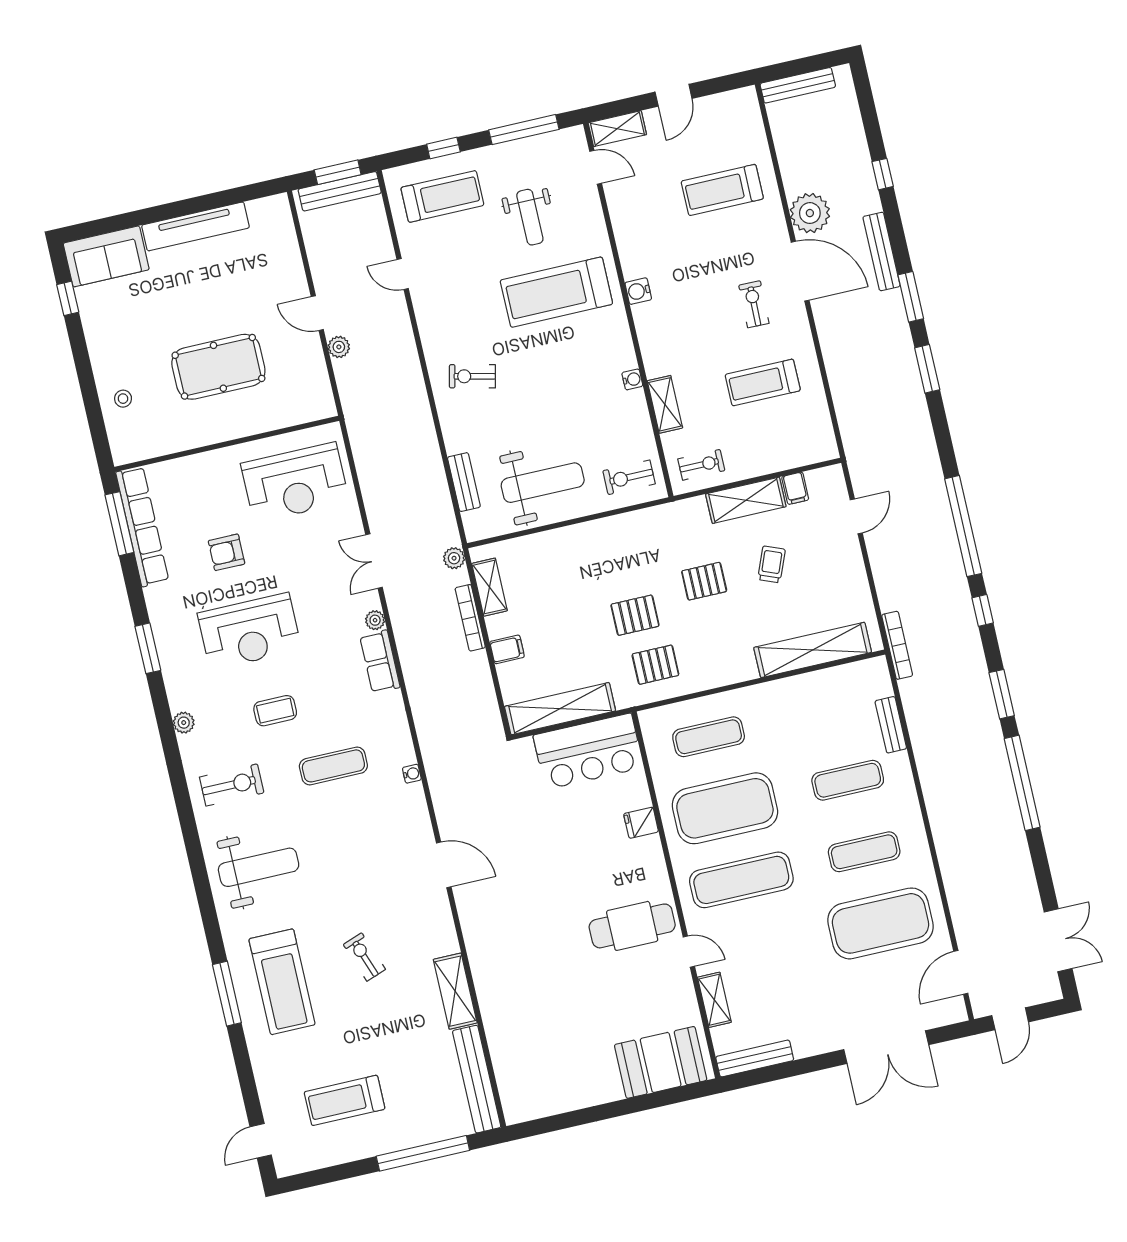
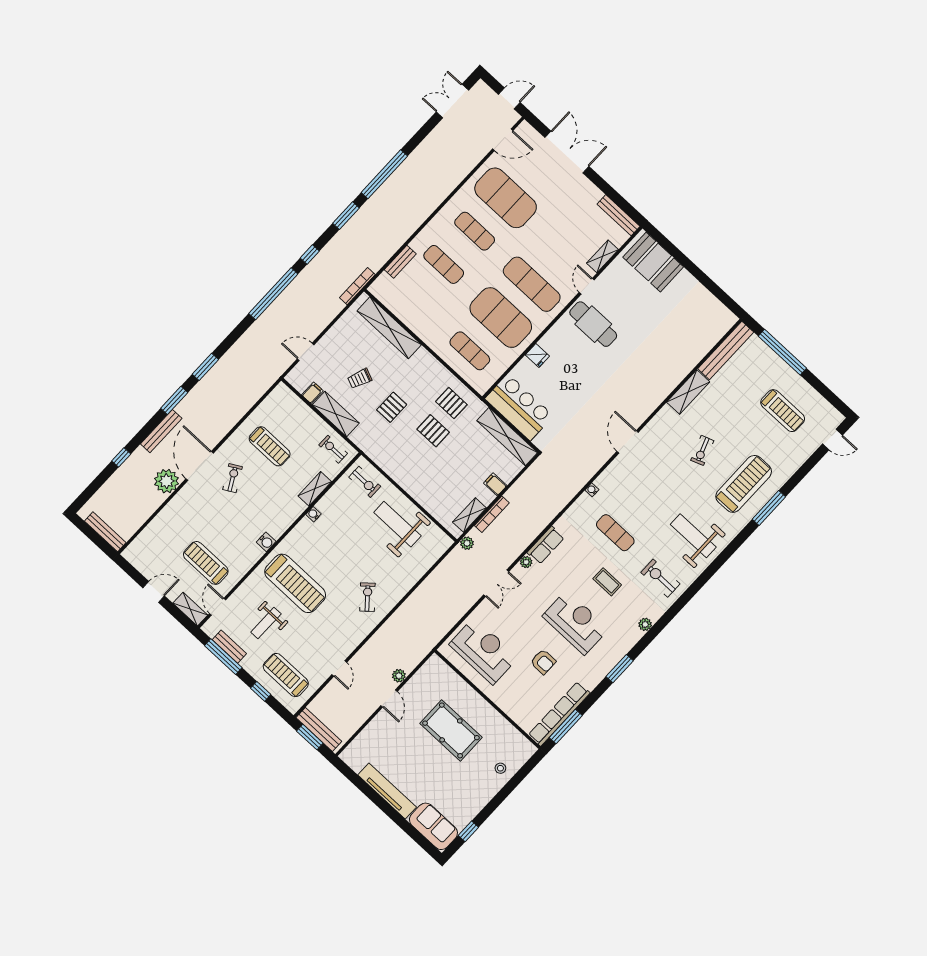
treadmill: (722, 190) -> (206, 563), moved, turned 180
weight bench: (530, 217) -> (266, 623), turned 180
exercise bike: (754, 304) -> (233, 478), turned 150
exercise bike: (472, 376) -> (367, 597), turned -144
bench: (464, 482) -> (229, 647), moved, turned 90
pallet: (704, 581) -> (392, 407), turned 90

